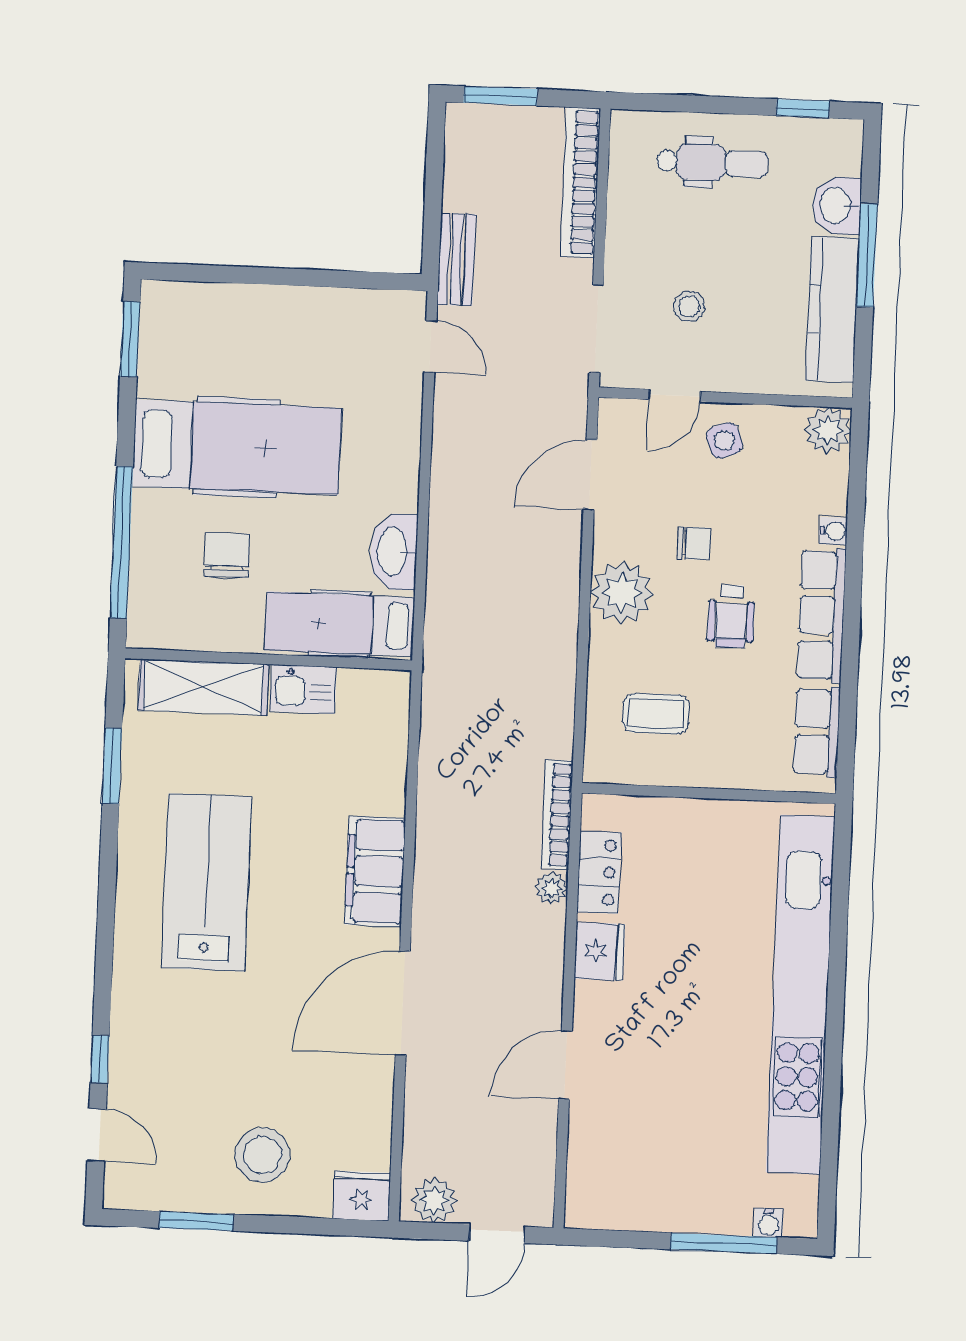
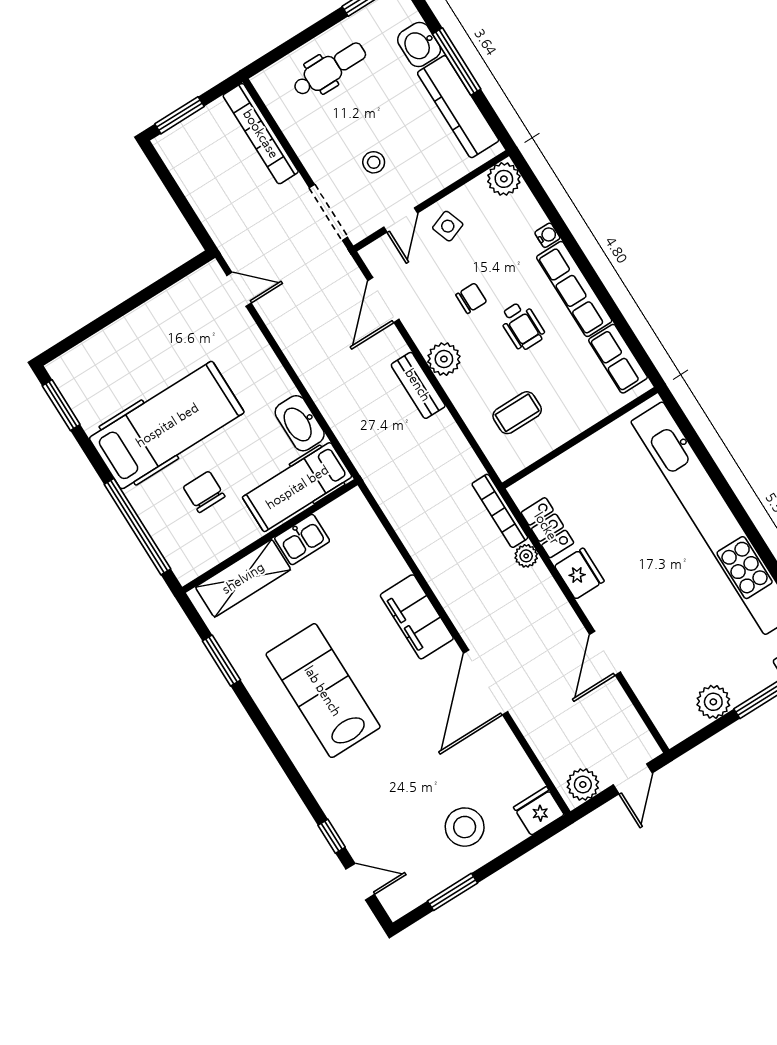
bench: (456, 260) -> (418, 385), moved
plant: (622, 593) -> (444, 359), width x0.73, depth x0.73
plant: (653, 1208) -> (713, 702), added

